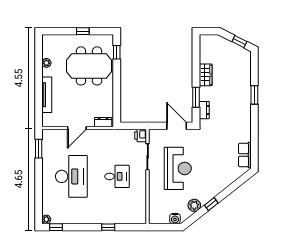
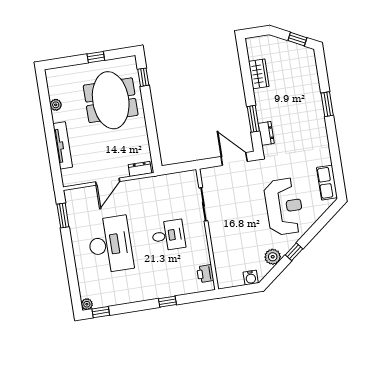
meeting table: (89, 66) -> (111, 100), turned 90
wardrobe: (206, 75) -> (259, 74), moved
printer: (141, 135) -> (205, 274), moved
reception desk: (178, 168) -> (284, 207), moved

